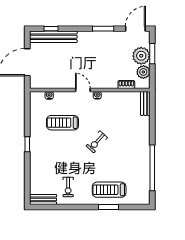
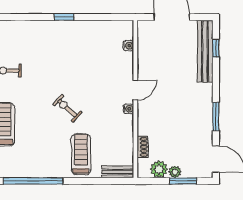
plant: (141, 56) -> (175, 172), width x0.53, depth x0.53
treadmill: (63, 123) -> (81, 154), moved

